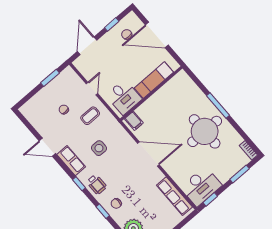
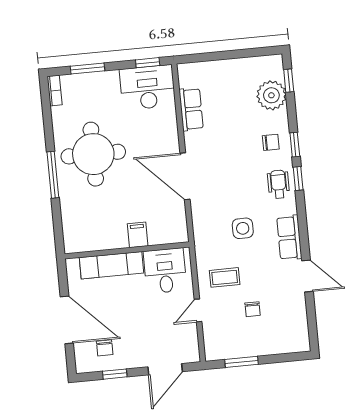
filing cabinet: (134, 121) -> (138, 235), moved
window: (79, 184) -> (298, 178), moved
row of seats: (174, 196) -> (191, 109), width x0.68

